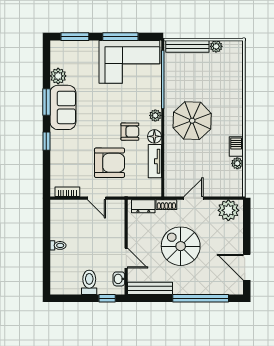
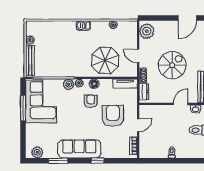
window: (75, 37) -> (23, 140), removed
plant: (58, 76) -> (37, 152), moved
plant: (154, 101) -> (69, 84), added
window: (46, 102) -> (58, 161), moved
sofa: (63, 107) -> (79, 149), width x1.36
parasol: (192, 121) -> (105, 60), moved
barbecue: (236, 147) -> (83, 26), moved
tv unit: (155, 161) -> (125, 84), moved
spiral stairs: (181, 246) -> (172, 65), turned 180

